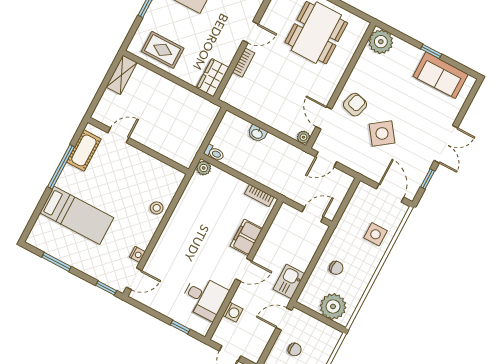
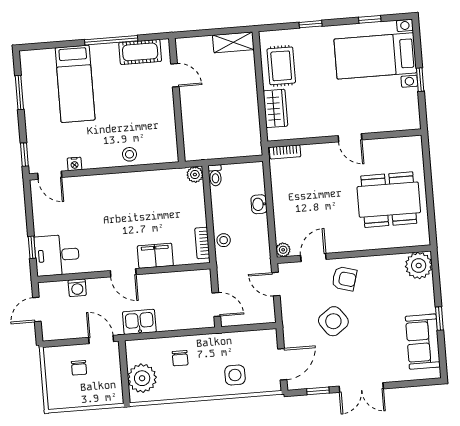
bookcase: (244, 63) -> (285, 152), moved
wardrobe: (213, 78) -> (275, 108), moved, turned 90
stool: (267, 178) -> (224, 240), added
desk: (204, 297) -> (57, 255), moved, turned 90

